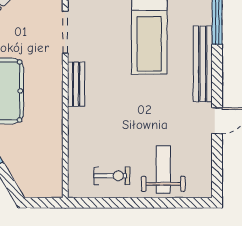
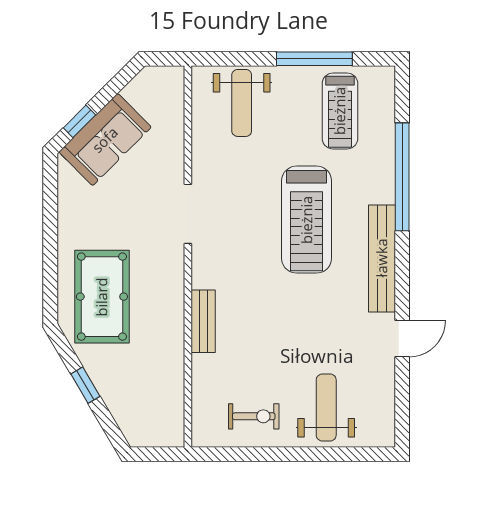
bench: (76, 84) -> (203, 321), moved

